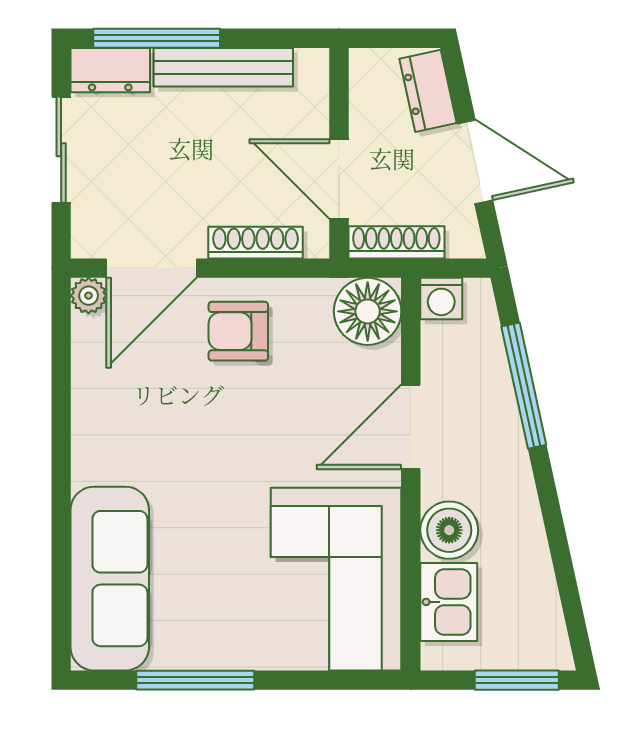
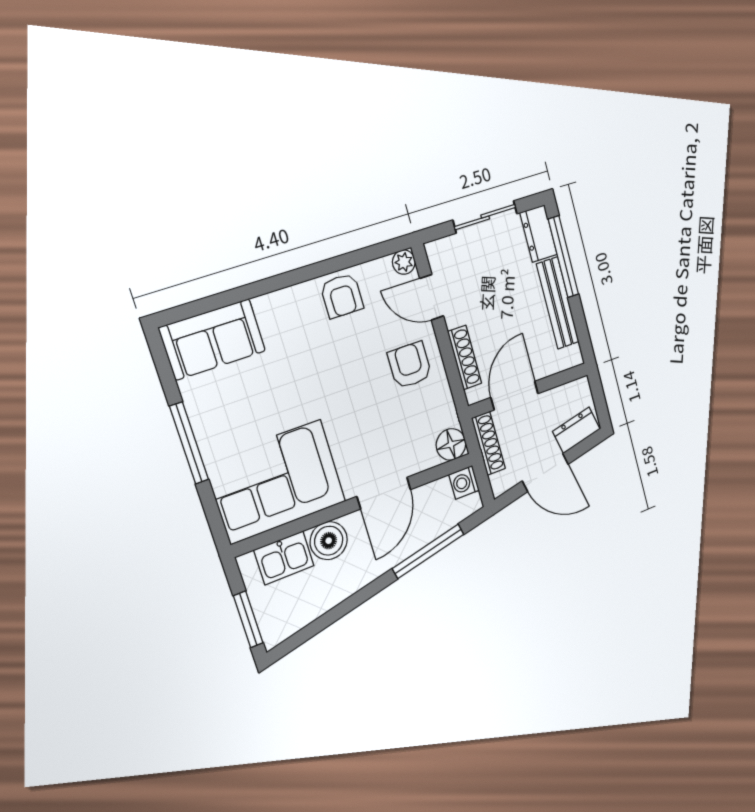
door: (475, 162) -> (545, 472), hinge flipped
door: (152, 268) -> (432, 297), width x0.73
floor lamp: (368, 311) -> (451, 444), width x0.73, depth x0.73
armchair: (108, 402) -> (342, 296), added
door: (411, 427) -> (384, 493), swing flipped
sofa: (110, 579) -> (212, 339), width x0.73
window: (195, 680) -> (189, 443), moved

